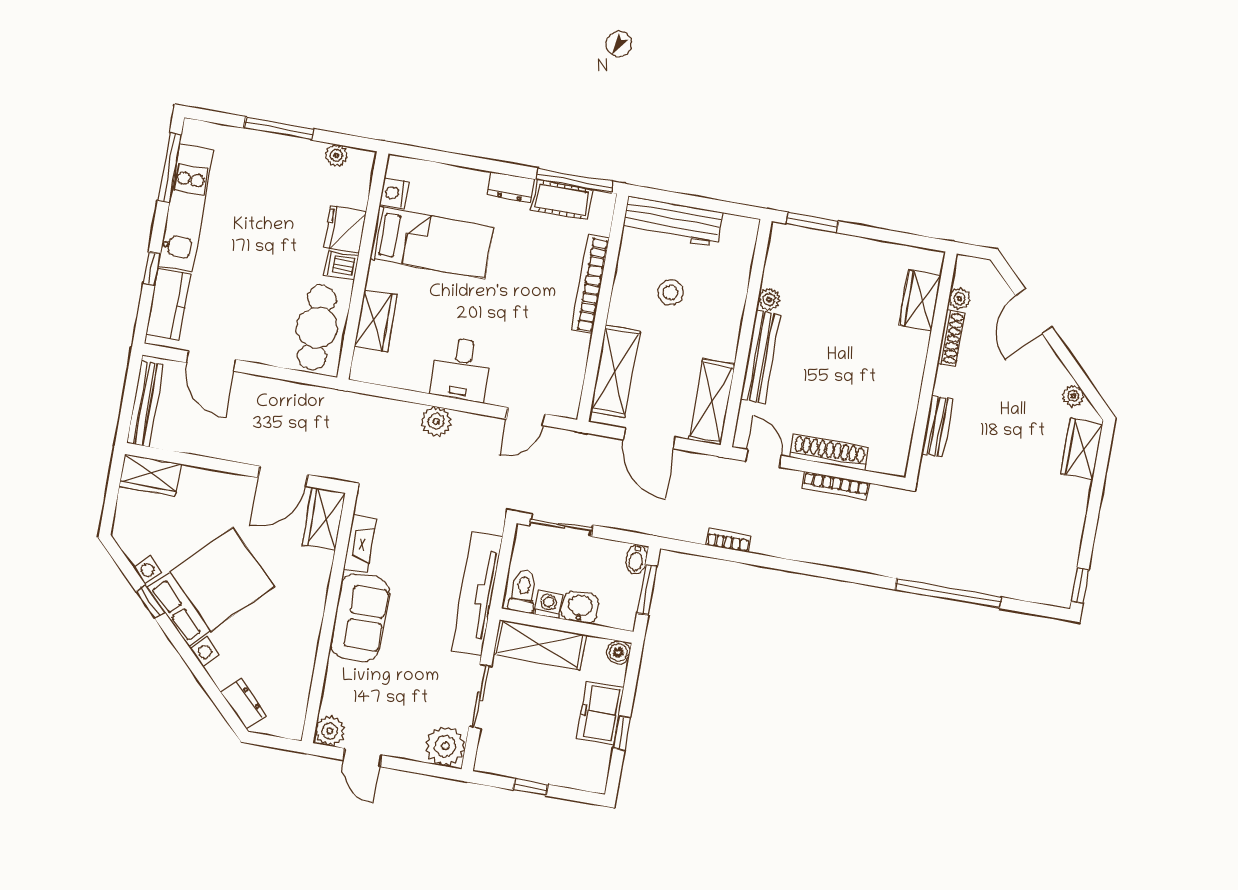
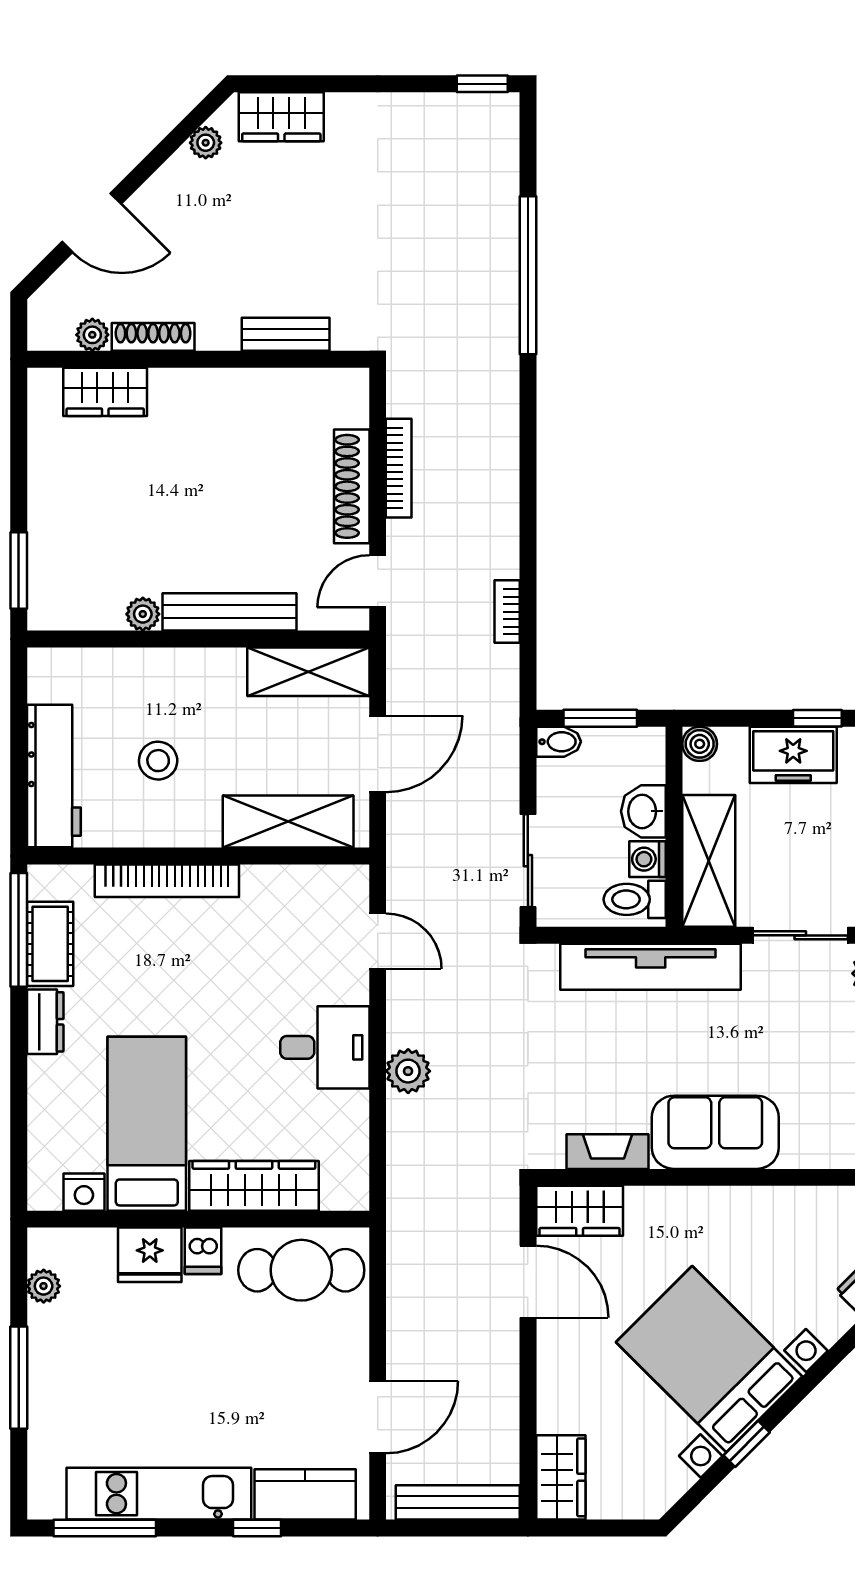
wardrobe: (376, 320) -> (254, 1186), width x1.50

